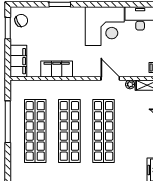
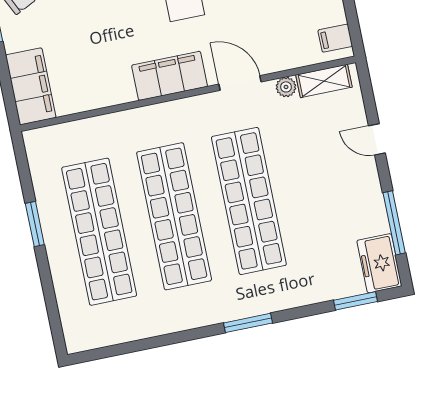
filing cabinet: (57, 69) -> (170, 76), moved
window: (8, 122) -> (35, 224), width x0.47

